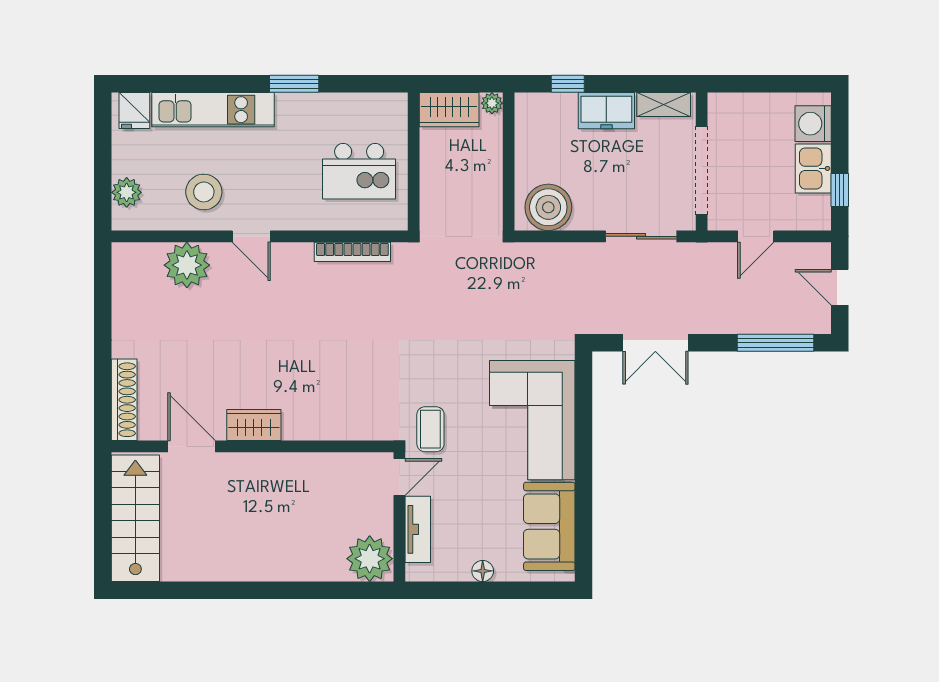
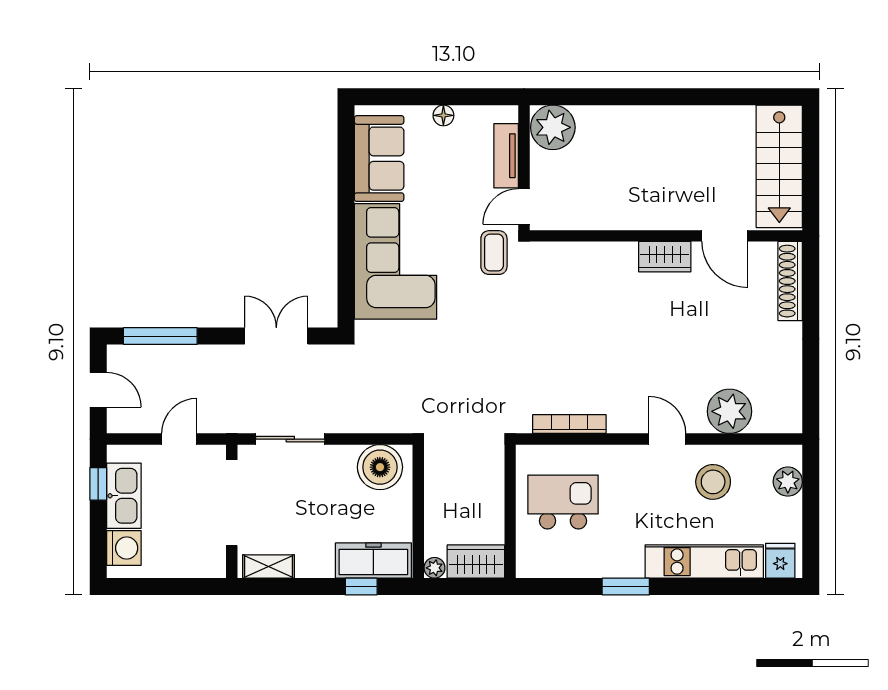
freezer: (606, 111) -> (373, 561), moved, width x1.40
kitchen sink: (813, 168) -> (124, 496), width x1.38

